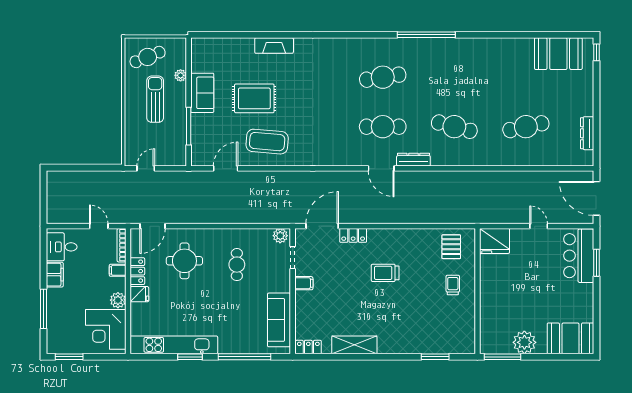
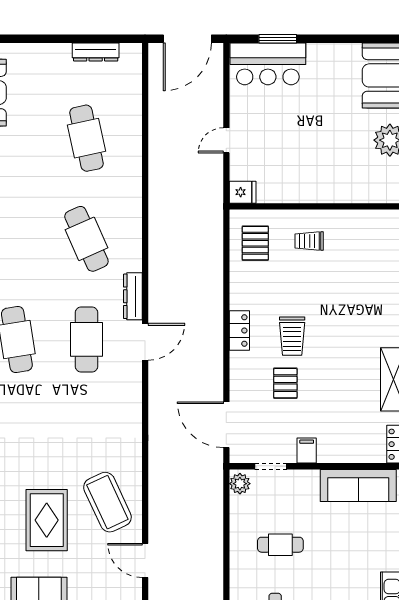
cafe table: (454, 127) -> (86, 239), turned -39
coffee table: (267, 142) -> (107, 502), turned -30
door: (539, 226) -> (226, 140), moved
locker: (353, 235) -> (239, 331), moved
fridge: (495, 241) -> (243, 192), width x0.53, depth x0.75
pallet: (451, 247) -> (255, 243), turned 90
pallet: (352, 268) -> (285, 383), added

